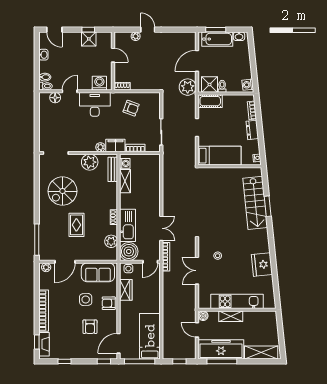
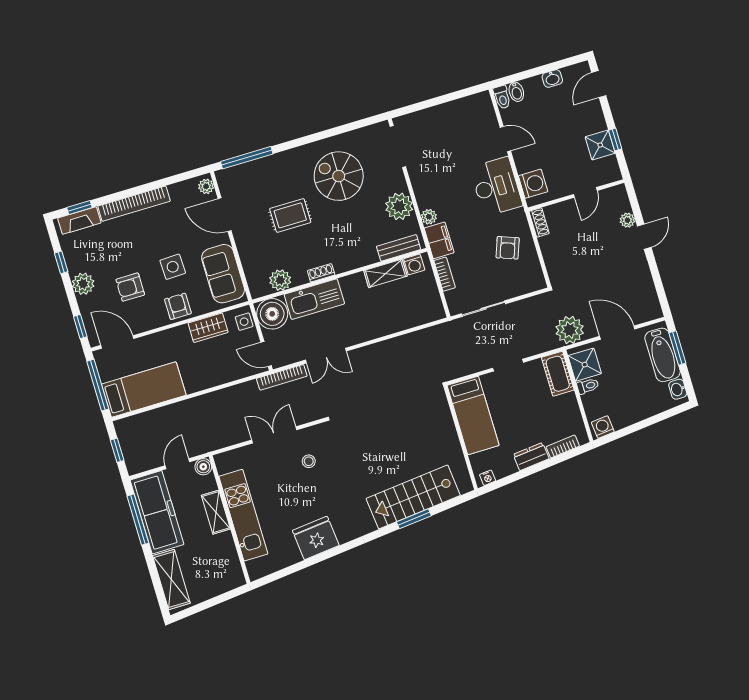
floor lamp: (55, 98) -> (488, 119), removed
plant: (80, 353) -> (83, 284), added

